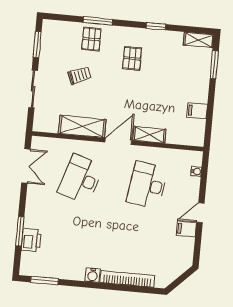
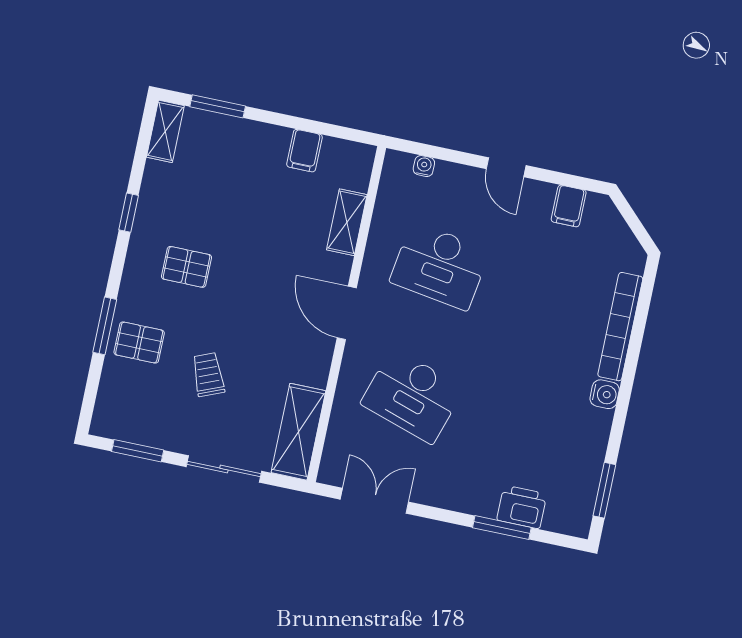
shelving: (82, 126) -> (298, 432), moved
shelving: (149, 135) -> (347, 222), moved
filing cabinet: (186, 229) -> (569, 206), moved

